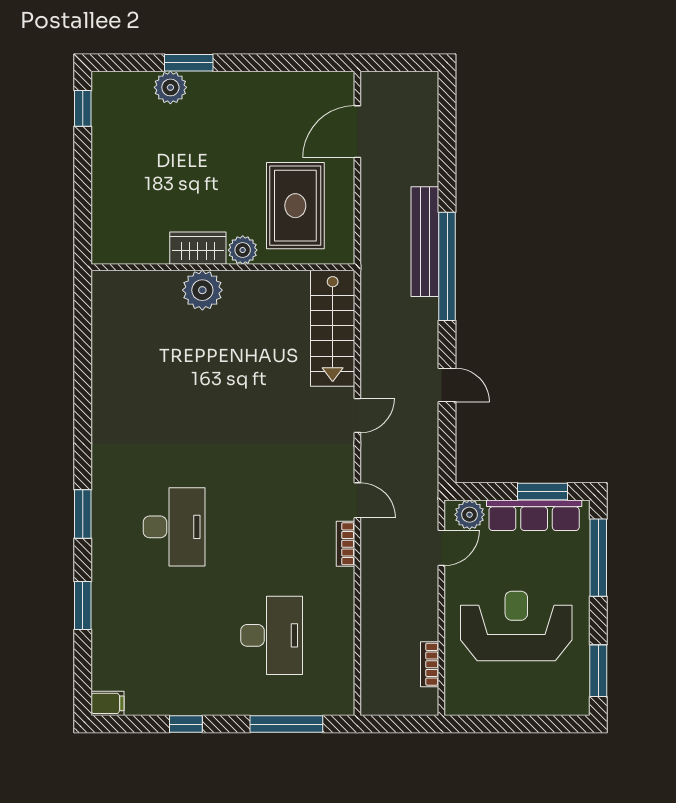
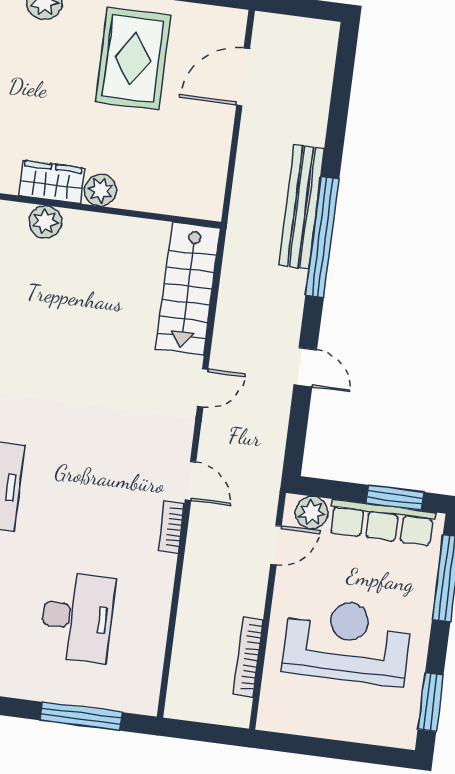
rug: (295, 206) -> (133, 59), moved
plant: (202, 290) -> (45, 222), width x0.73, depth x0.73
bookcase: (430, 664) -> (248, 657), width x1.56

